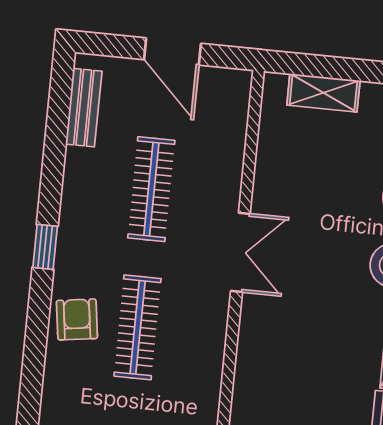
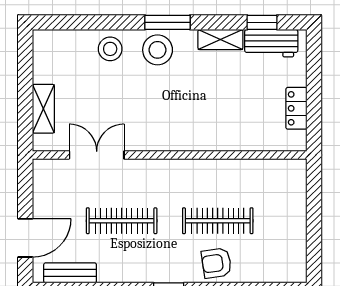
door: (173, 52) -> (25, 238), moved
double door: (240, 252) -> (97, 155), moved

